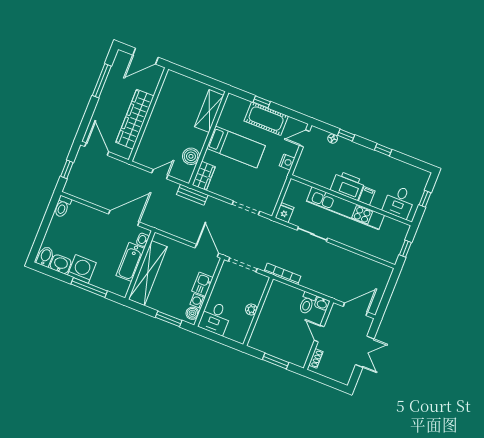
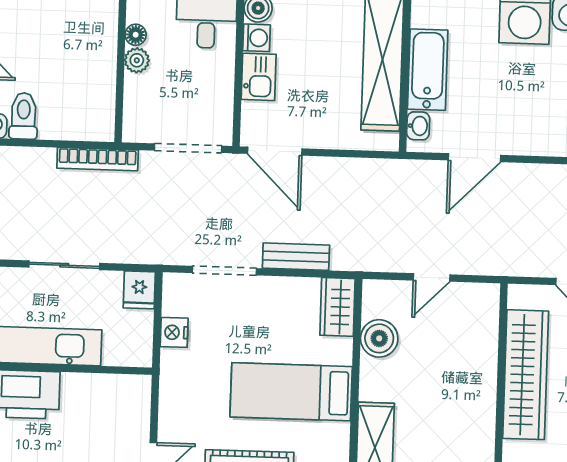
nightstand: (287, 162) -> (174, 332), moved
bench: (192, 195) -> (296, 257), moved
door: (124, 218) -> (474, 158), width x0.73
floor lamp: (248, 320) -> (136, 35), added

